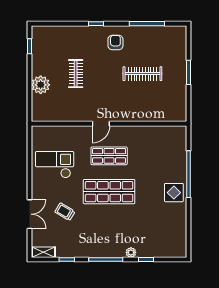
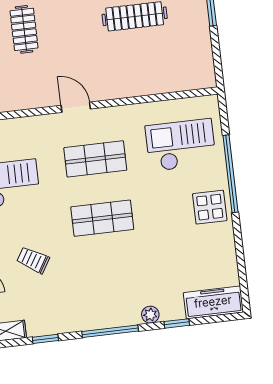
door: (101, 124) -> (76, 107), swing flipped
checkout: (161, 154) -> (181, 145), added
shop shelf: (109, 192) -> (102, 218), width x0.70, depth x0.74
freezer: (169, 250) -> (213, 302), added

